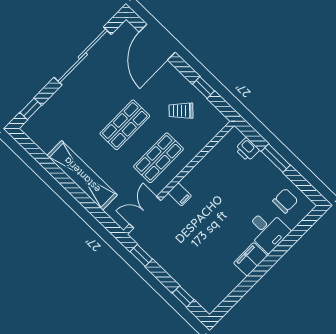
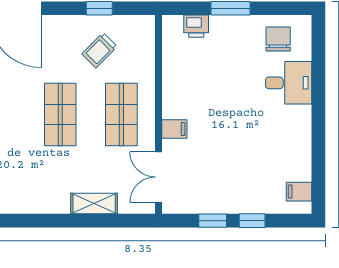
shelving: (82, 175) -> (94, 204), width x0.45, depth x0.75
window: (141, 255) -> (213, 221), moved
filing cabinet: (251, 259) -> (299, 192), moved, width x0.50
window: (183, 296) -> (252, 221), moved

